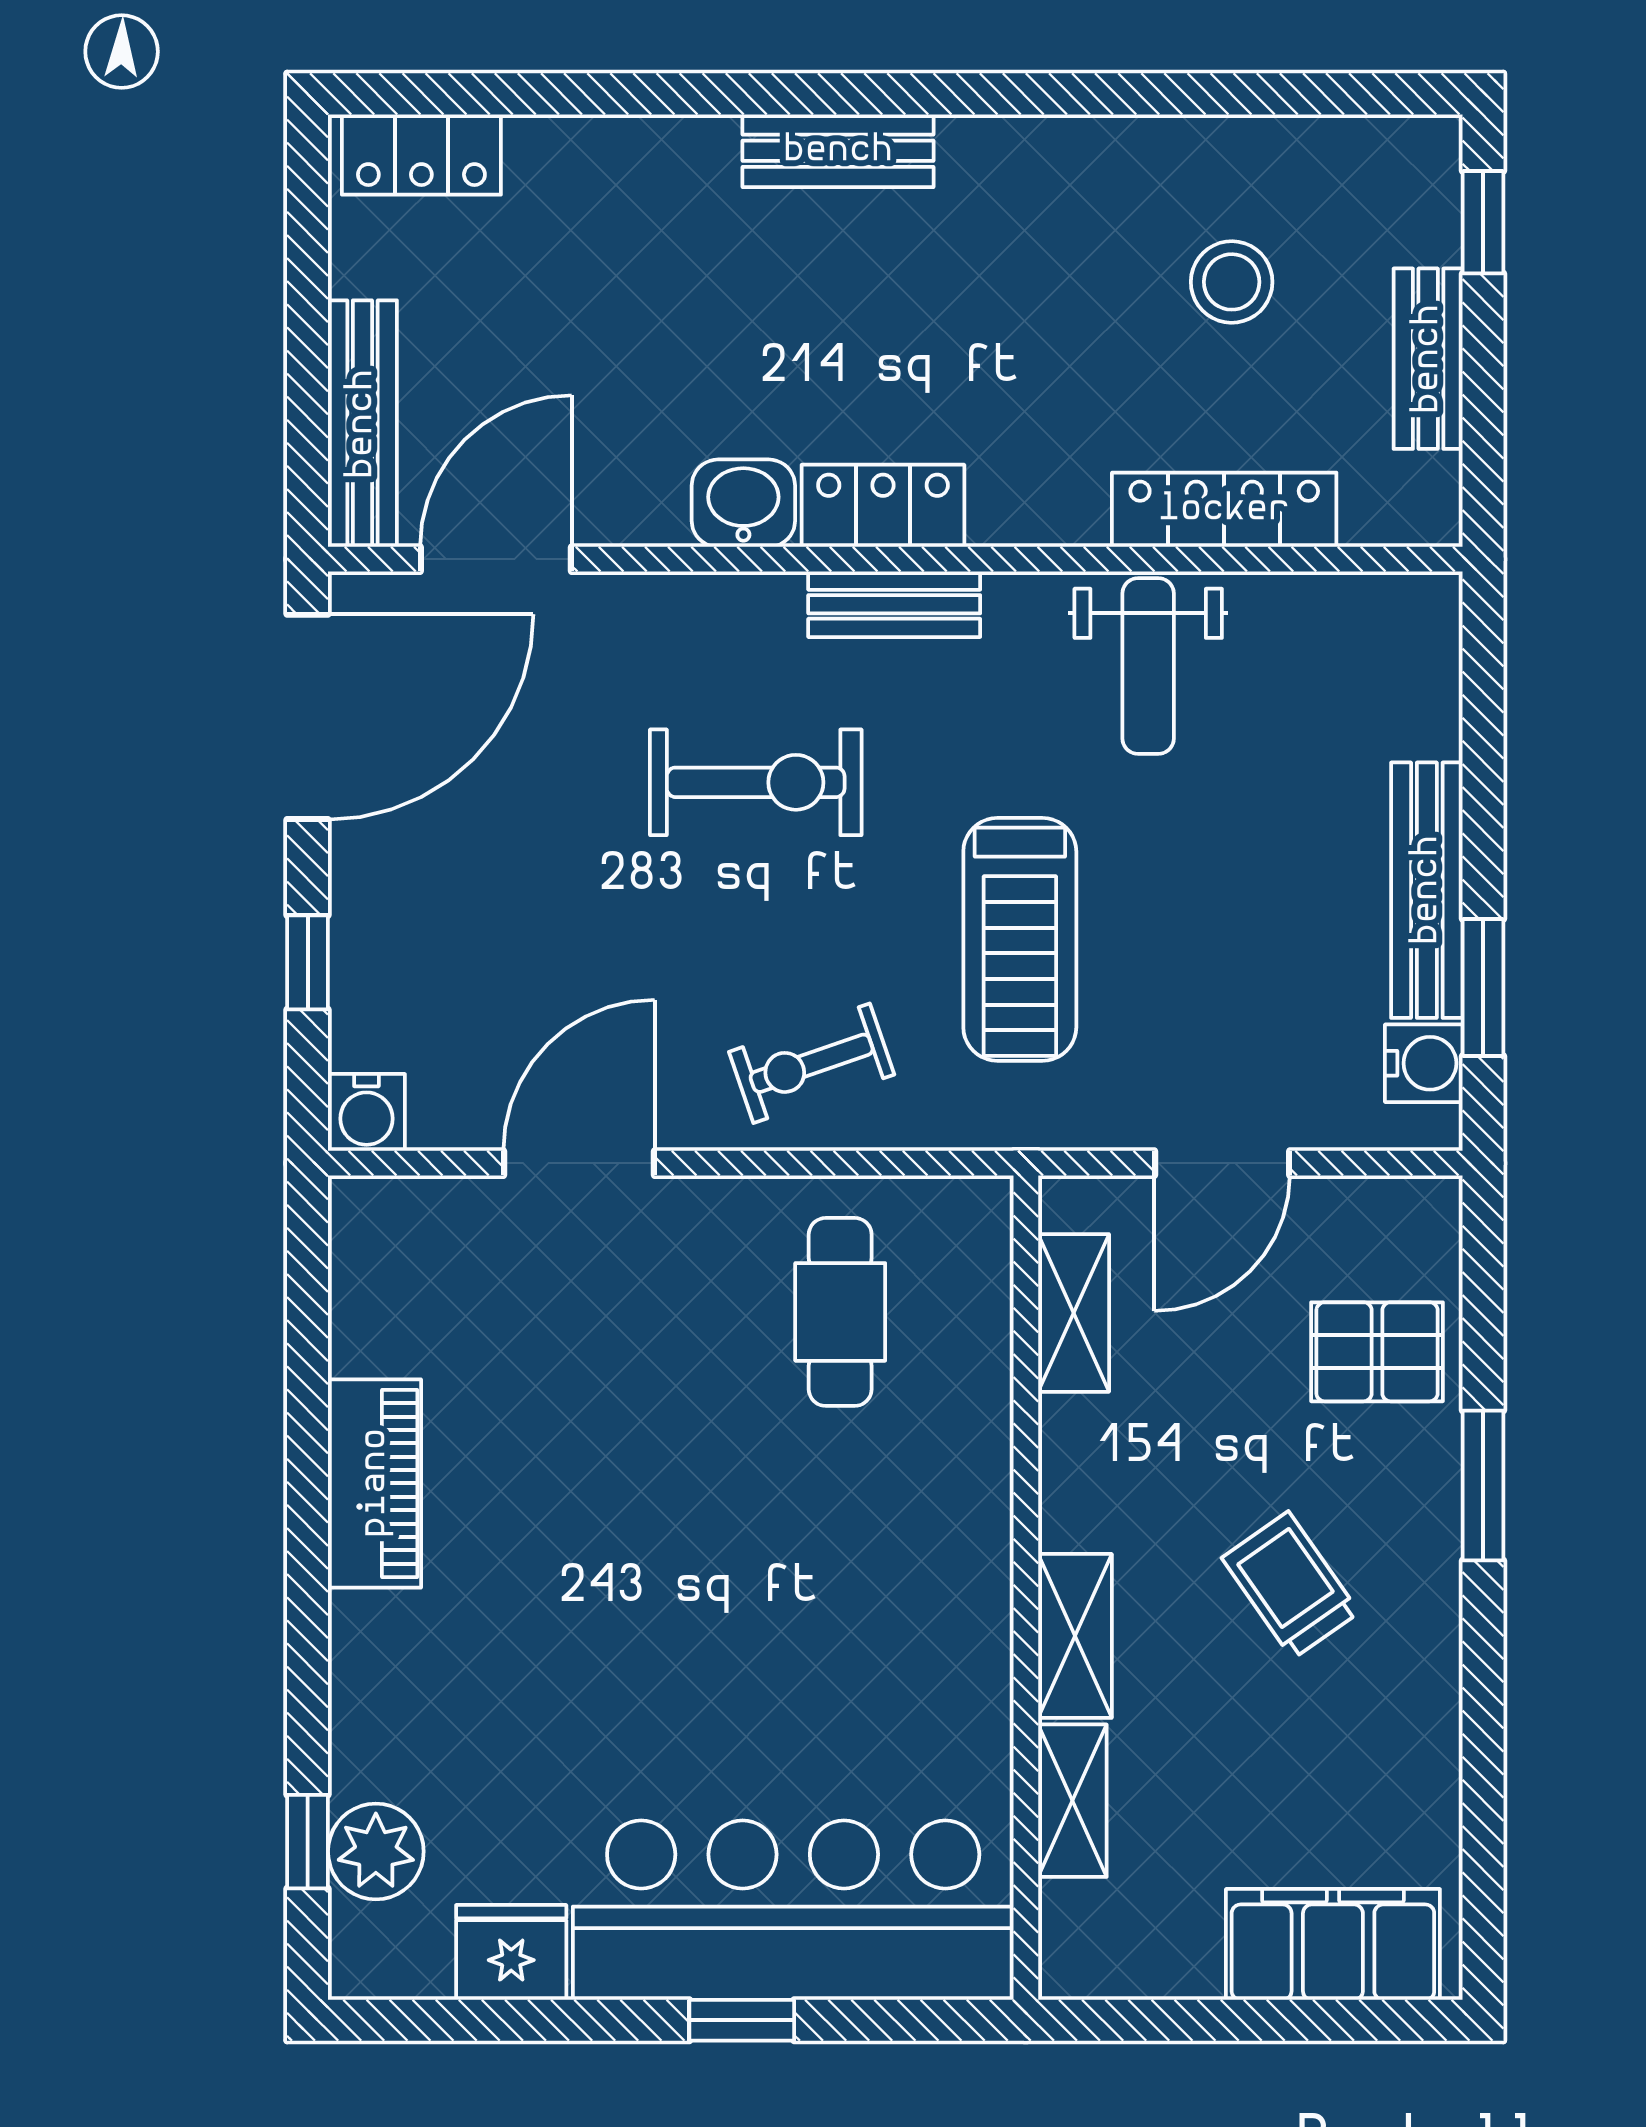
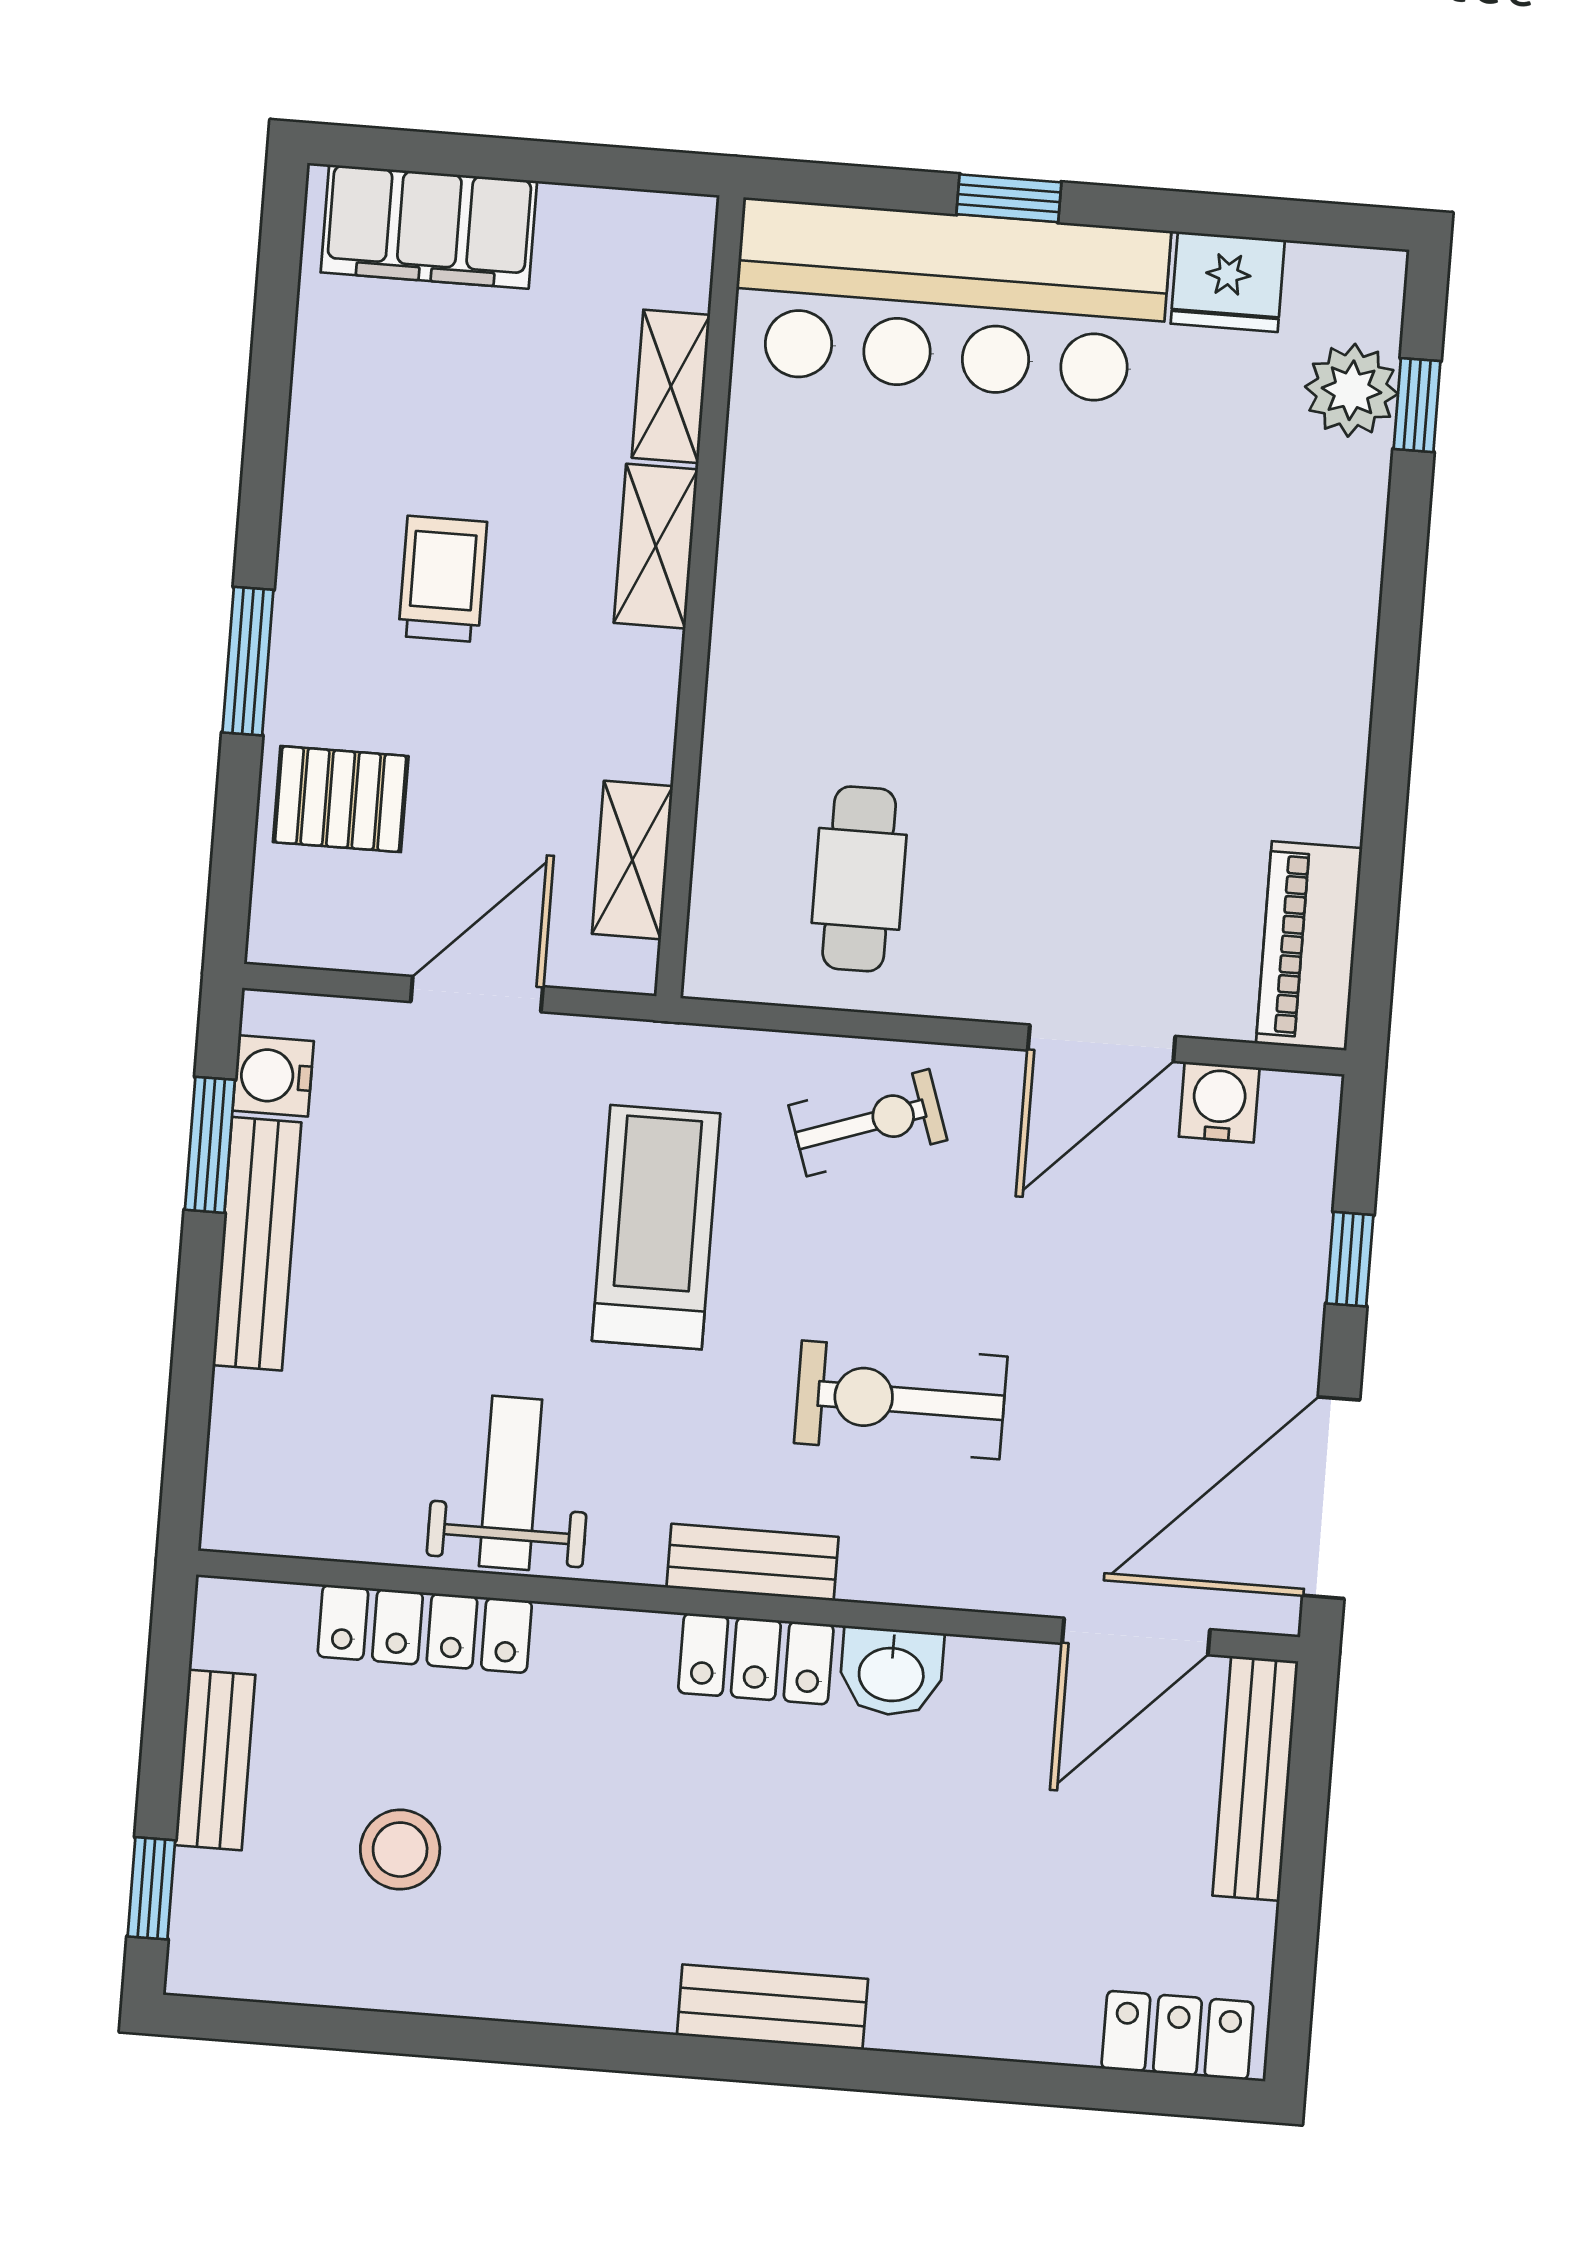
water cooler: (366, 1112) -> (1219, 1102), moved
piano: (375, 1483) -> (1309, 946), moved
trolley: (1290, 1585) -> (443, 579), turned -145

